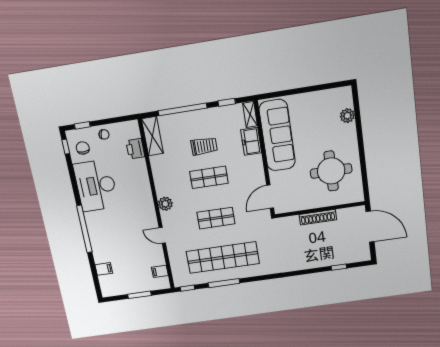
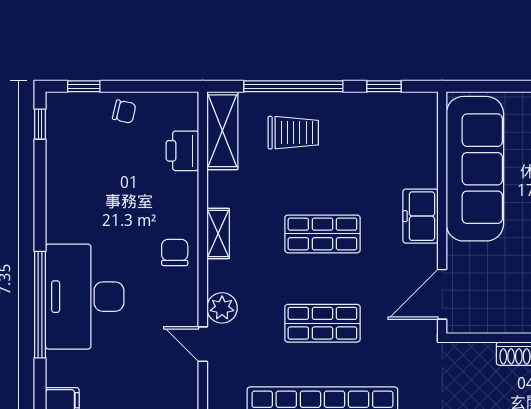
shelving: (250, 115) -> (218, 234), moved
freezer: (251, 141) -> (421, 216), moved
trolley: (204, 146) -> (293, 133), moved
chair: (83, 148) -> (175, 252), moved
desk: (96, 186) -> (85, 297), moved
plant: (165, 204) -> (222, 308), moved

